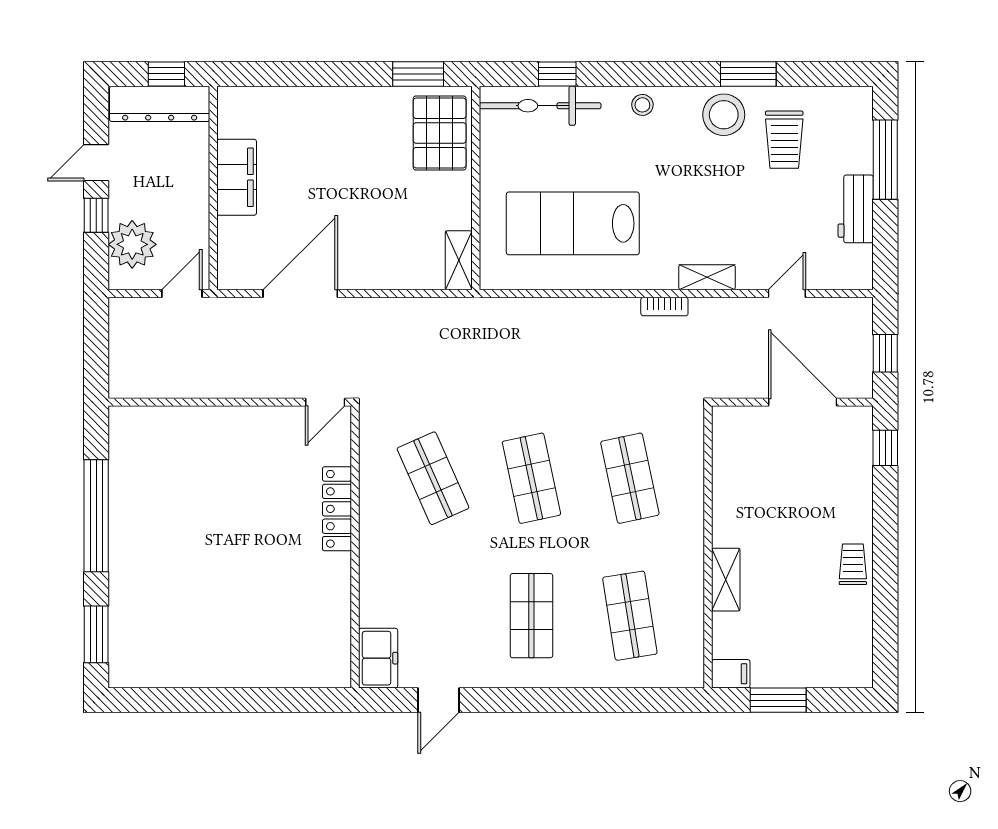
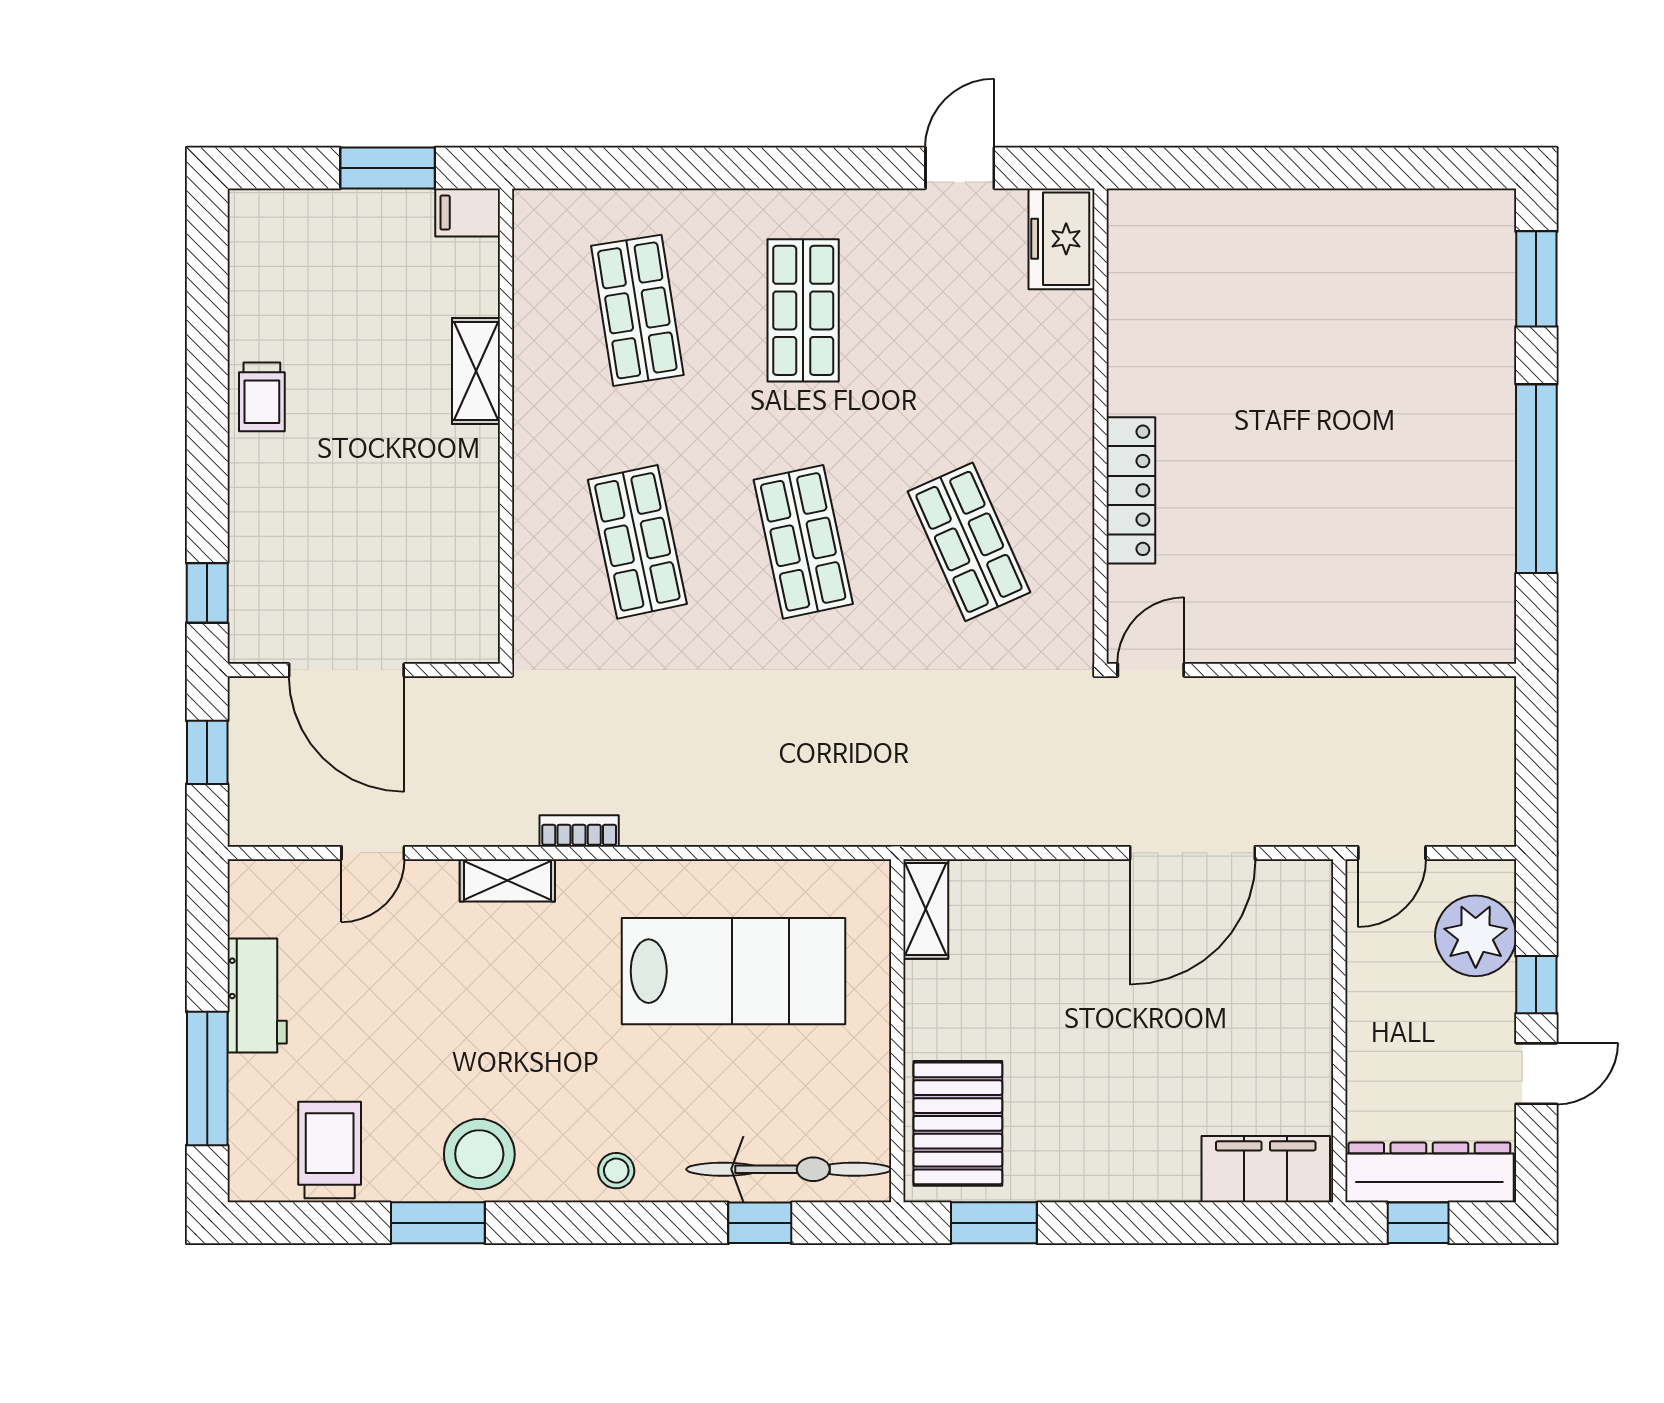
trolley: (784, 140) -> (330, 1150), moved
filing cabinet: (237, 177) -> (1266, 1169), moved, turned 90

